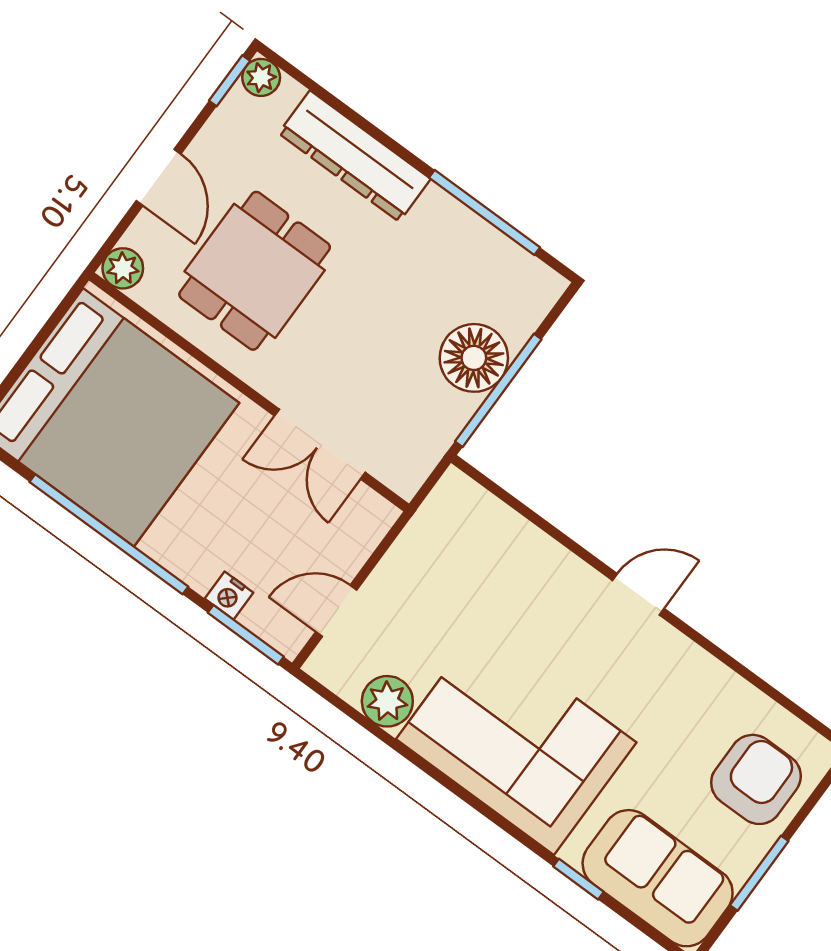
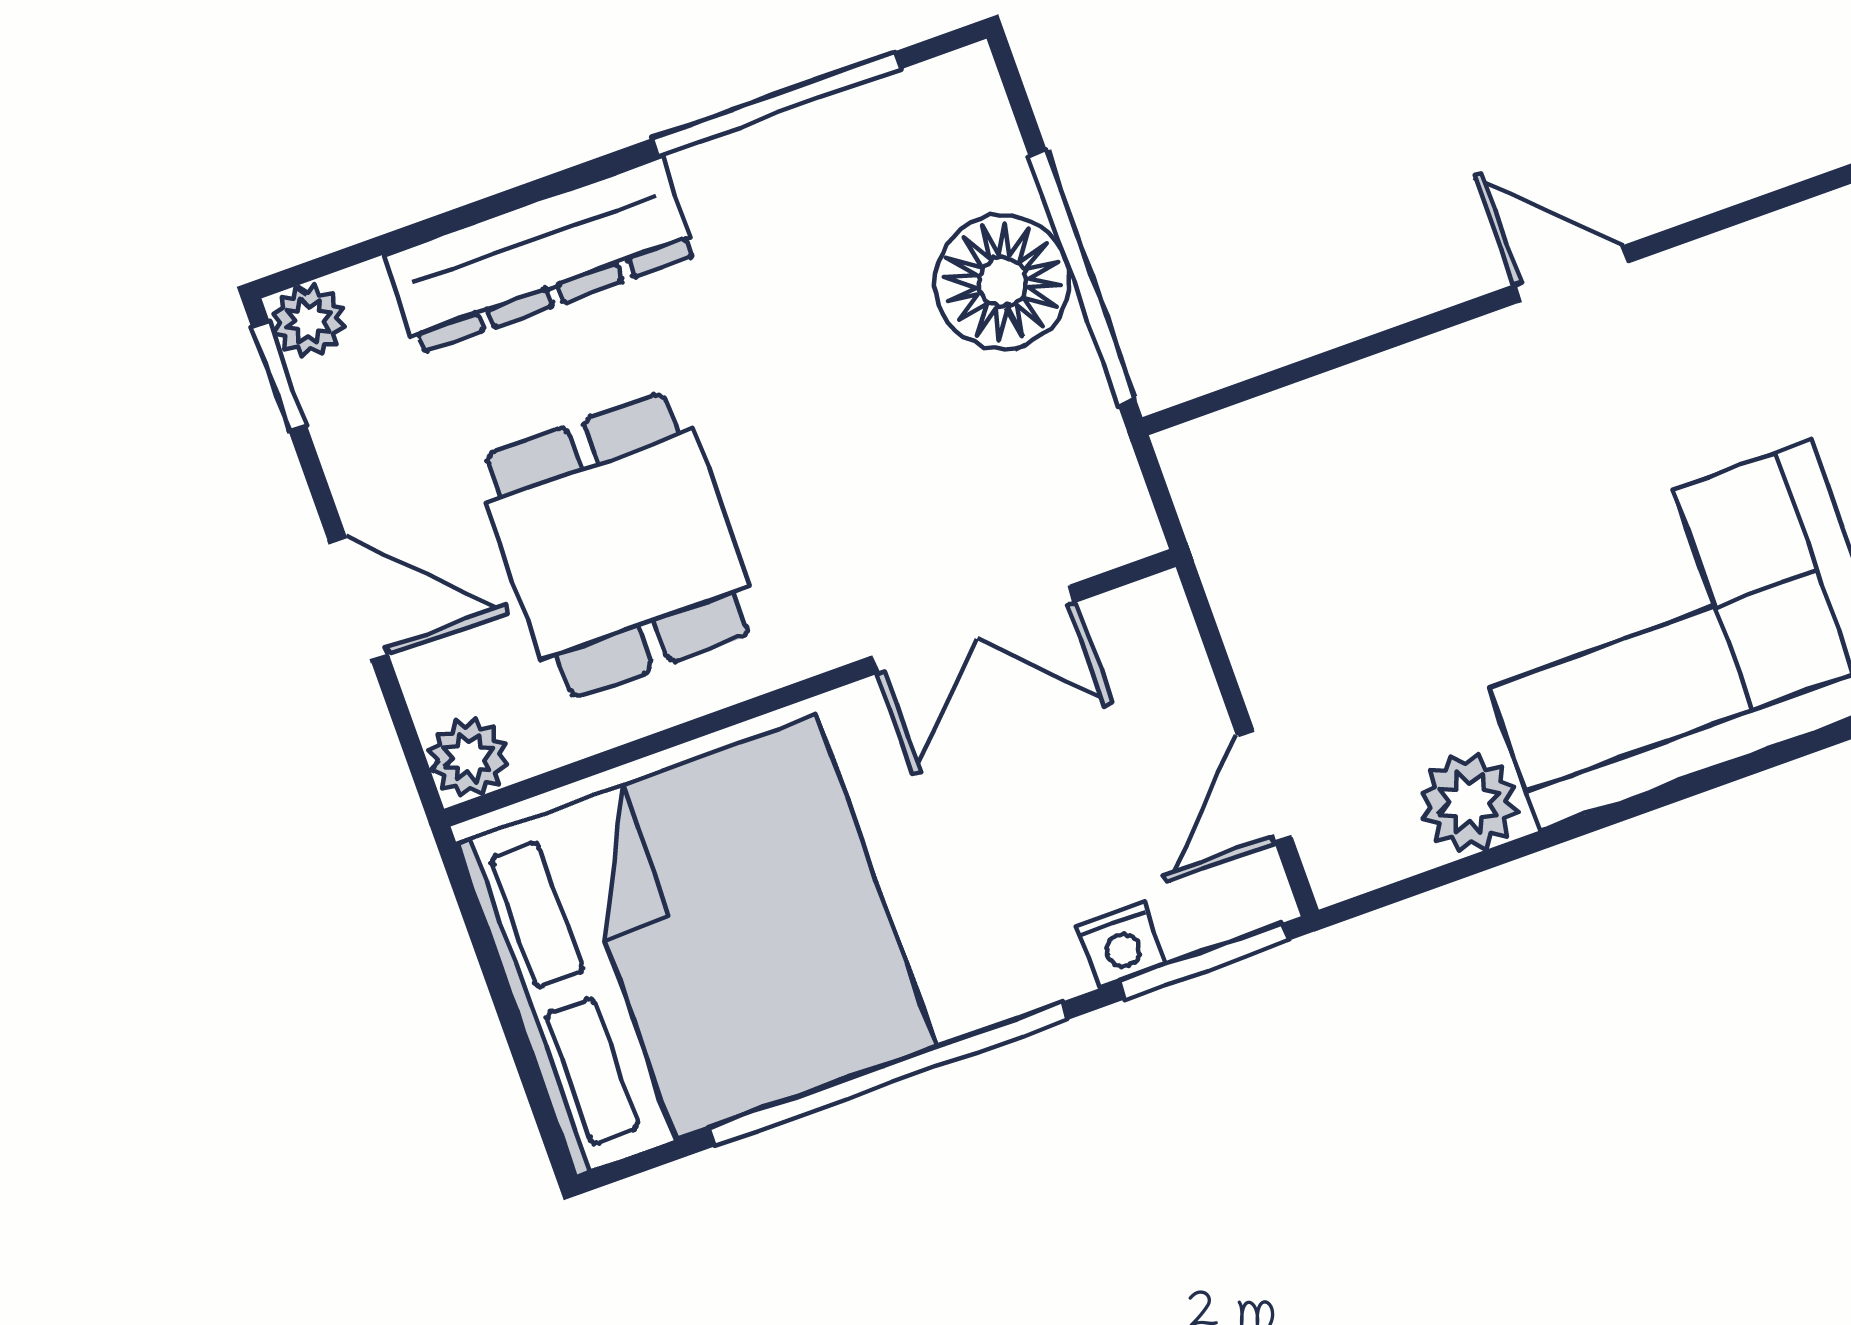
door: (638, 594) -> (1571, 274), hinge flipped

